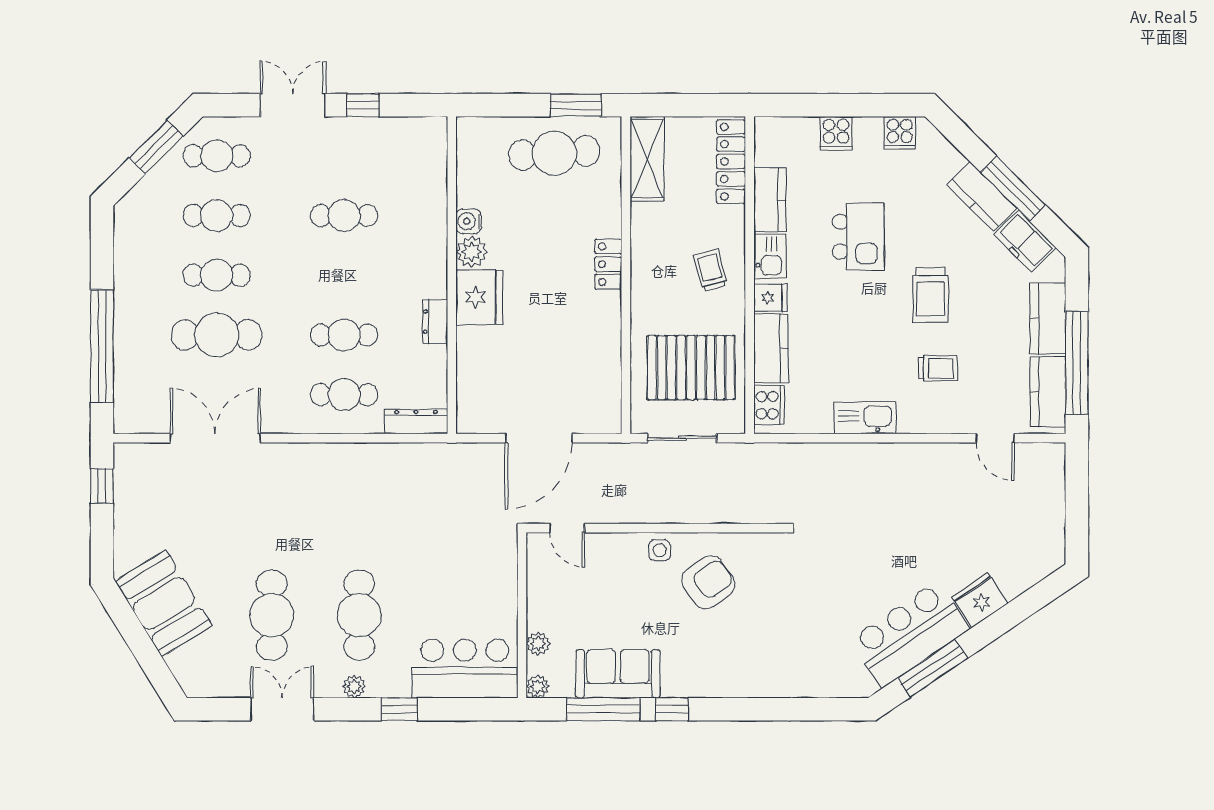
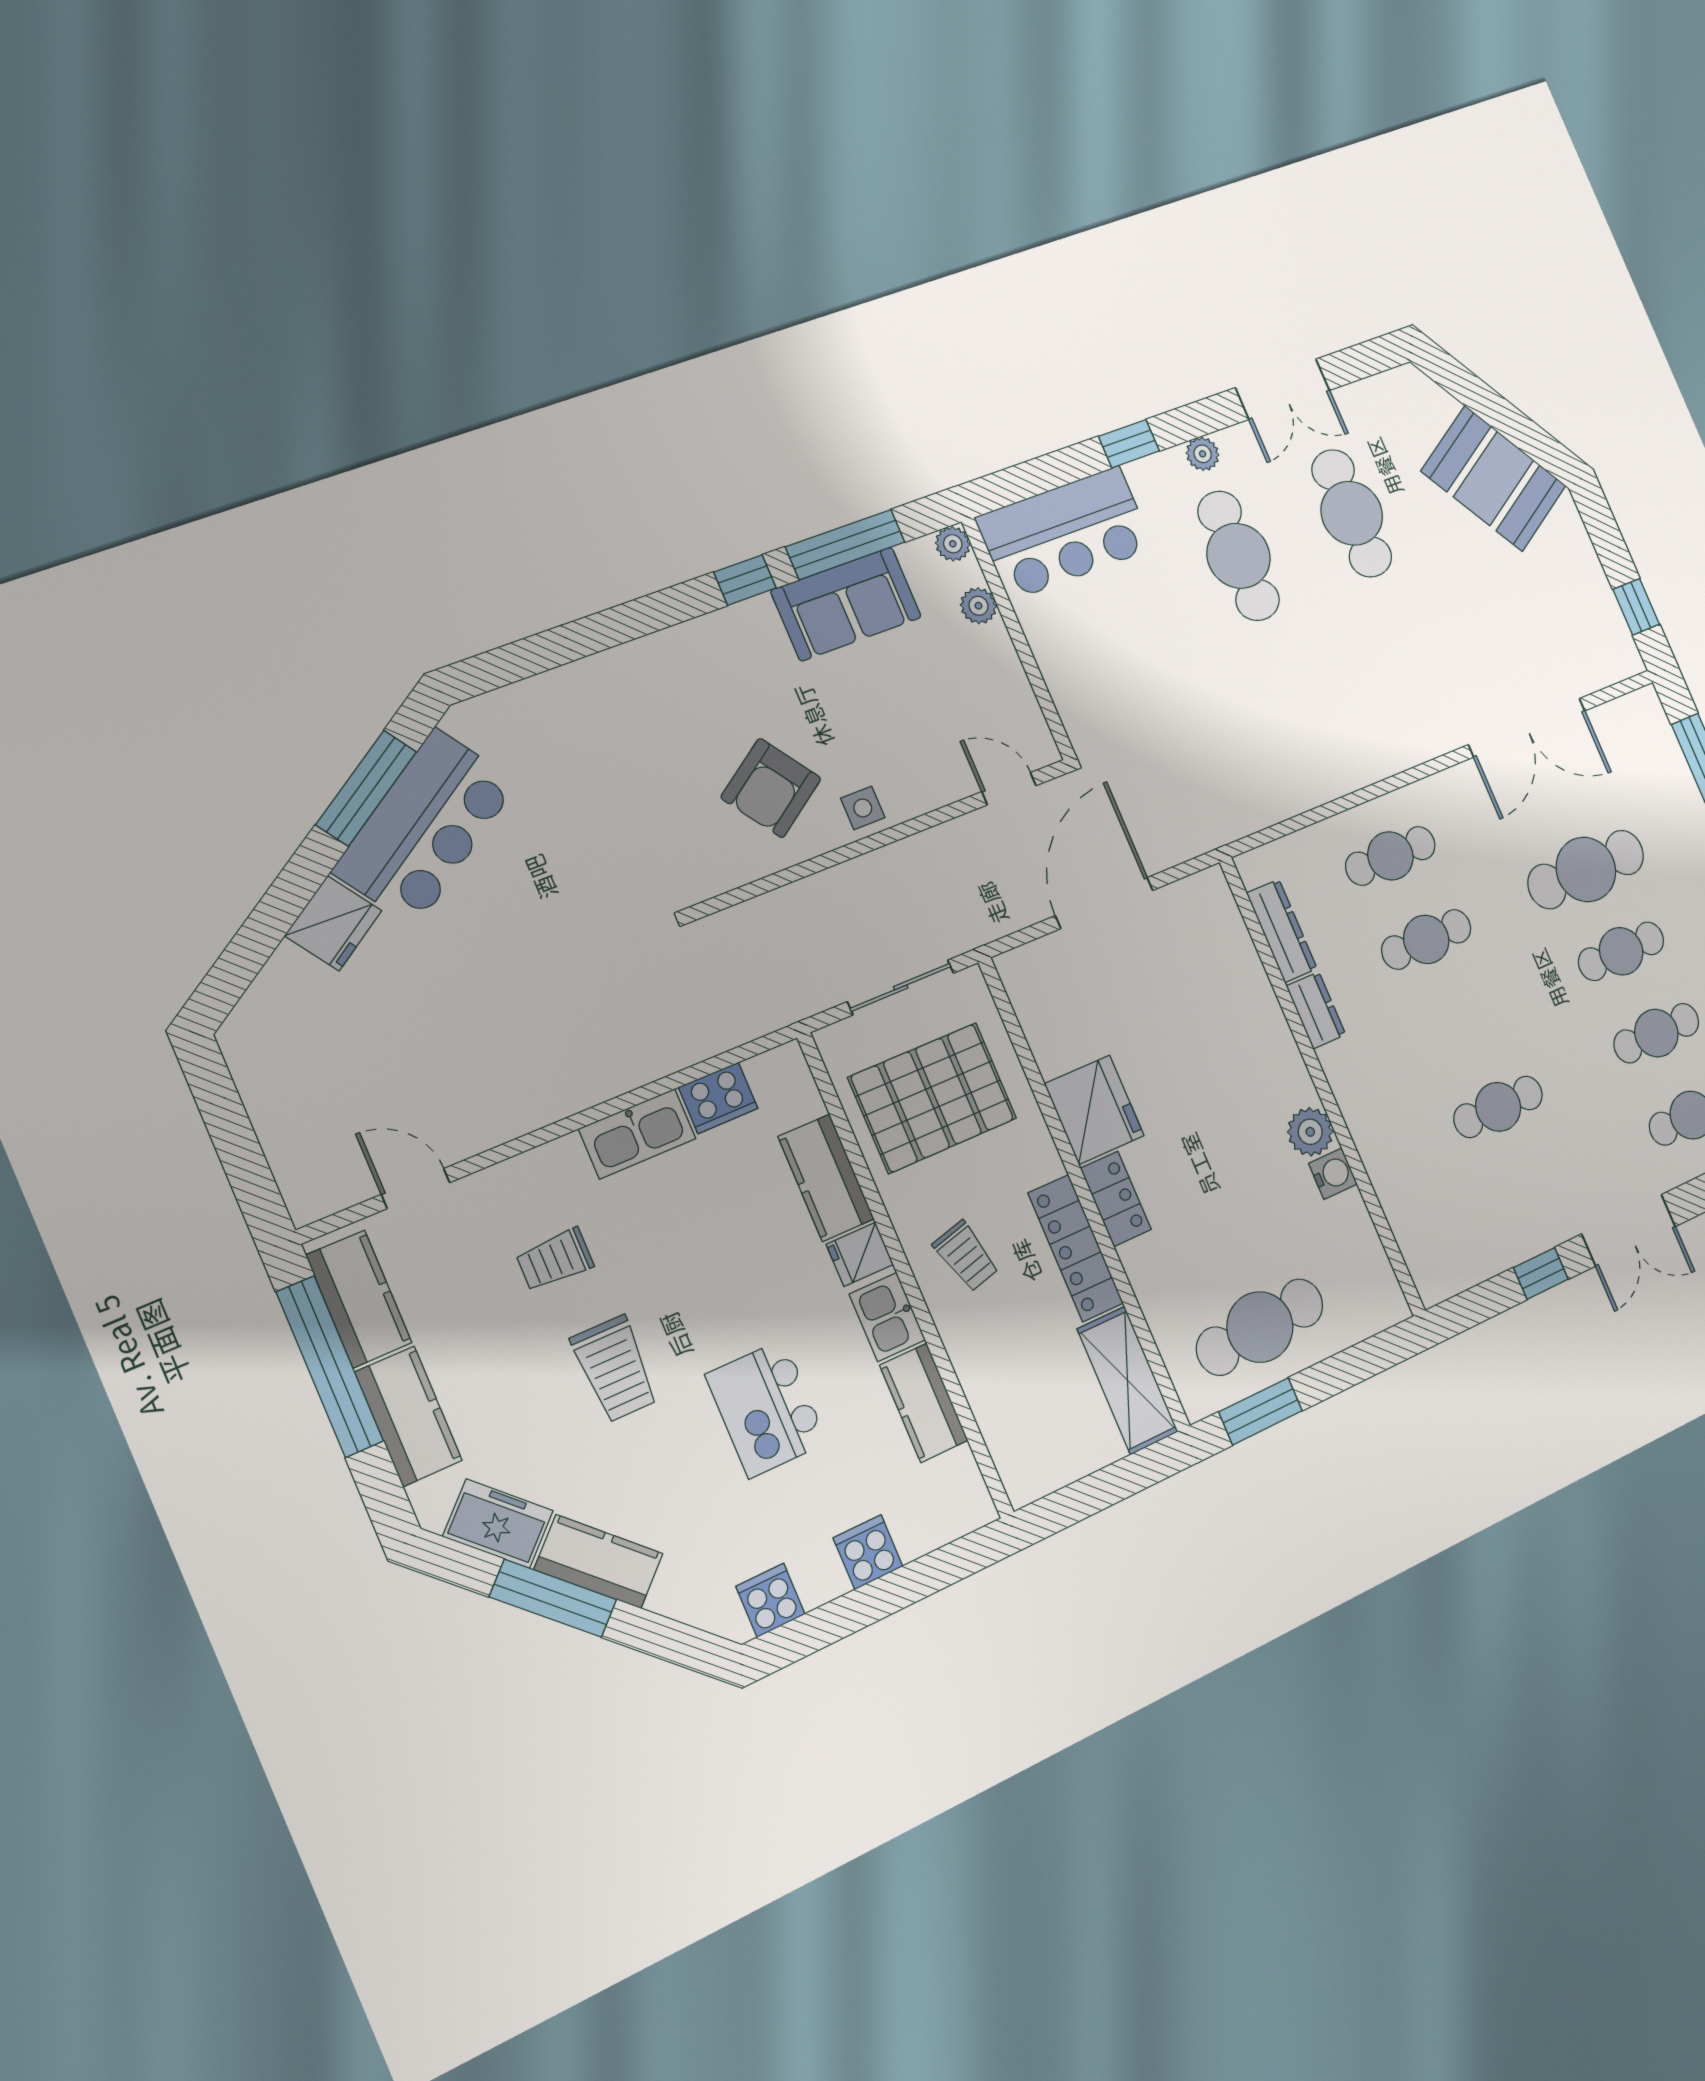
locker: (731, 162) -> (1076, 1248), moved, turned 180
trolley: (931, 295) -> (615, 1369), turned 180
fridge: (479, 297) -> (1094, 1110), moved, turned 180
cooker: (769, 405) -> (718, 1098), moved, turned -90
dresser: (416, 422) -> (1282, 931), moved, turned -90

